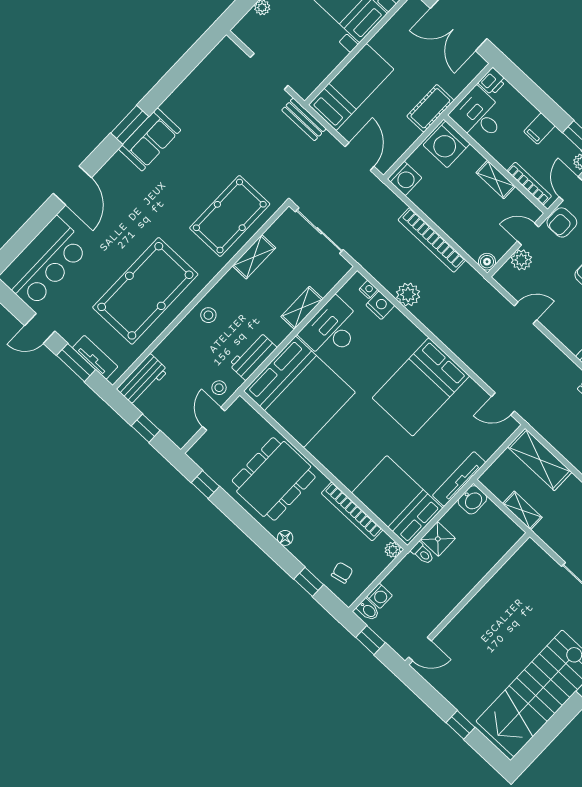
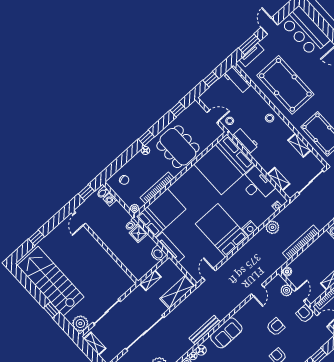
nightstand: (380, 305) -> (250, 228), moved
shelving: (302, 308) -> (279, 179), moved
window: (309, 582) -> (146, 138), moved

